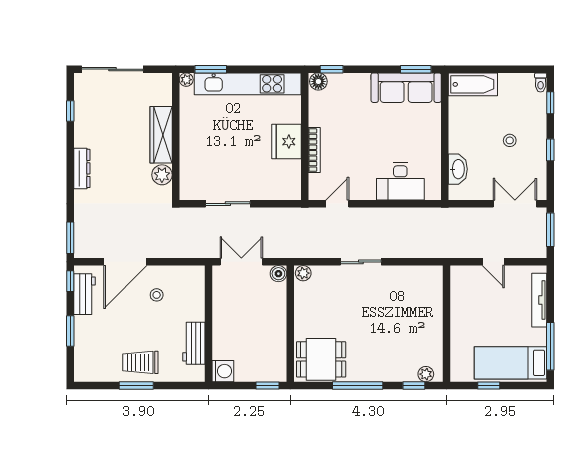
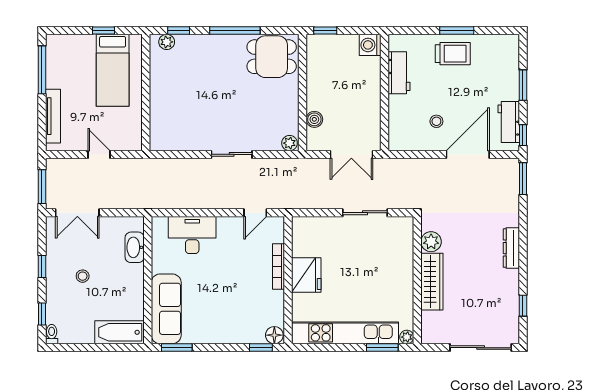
sofa: (406, 88) -> (166, 309), moved, turned 90
boiler: (278, 274) -> (314, 119), moved
bed: (511, 363) -> (113, 70), moved, turned 90

